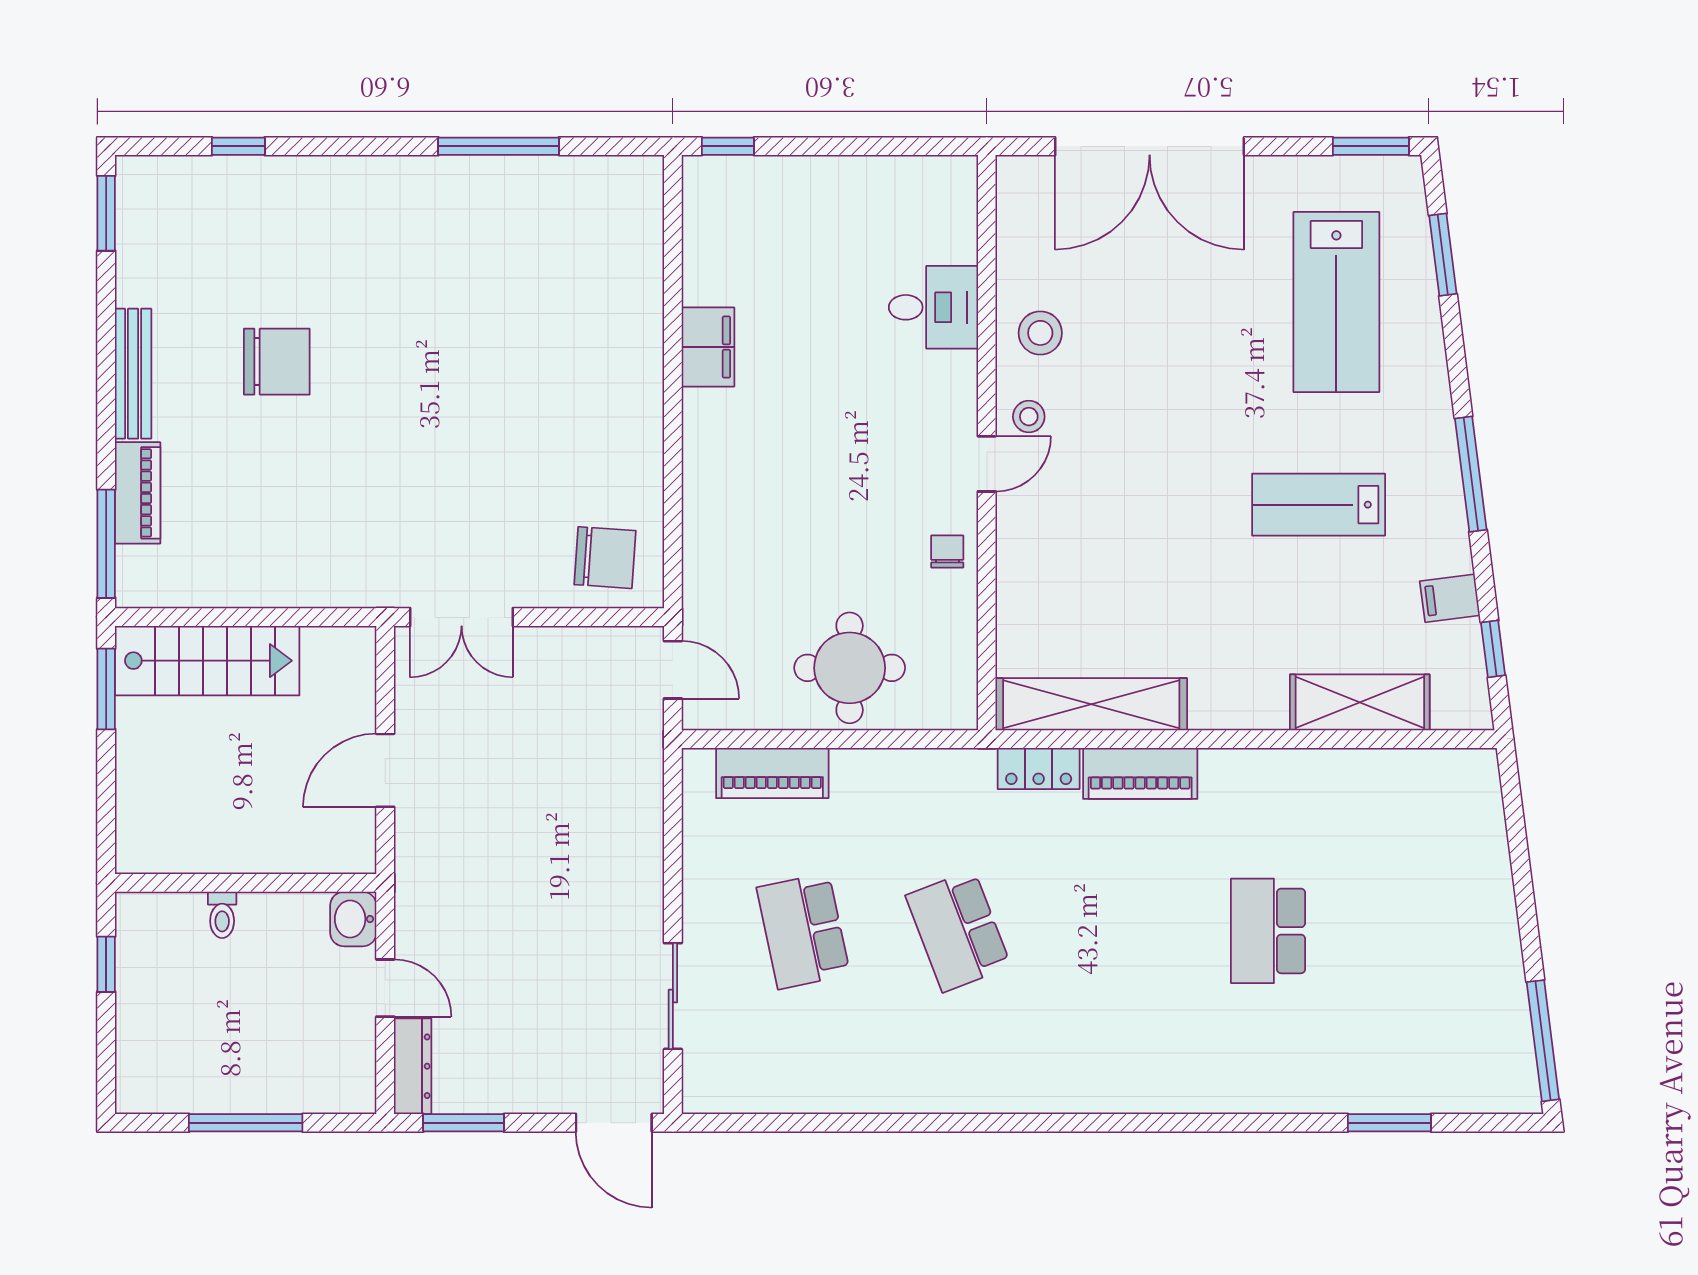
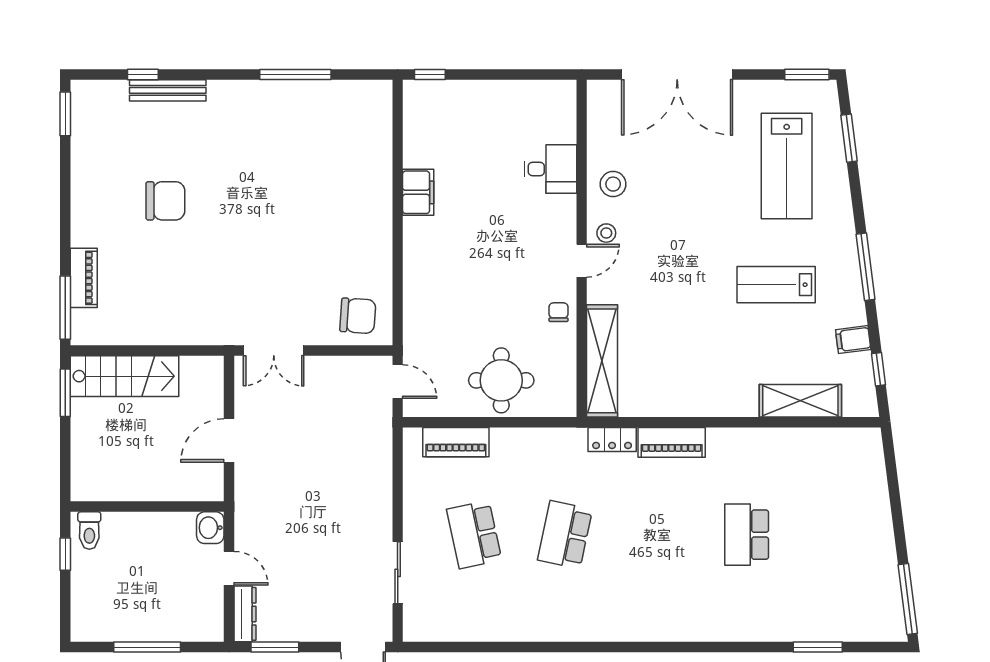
bench: (133, 374) -> (168, 90), moved, turned 90
shelving: (1091, 704) -> (602, 361), moved, turned 90
toilet: (222, 915) -> (89, 530), moved, width x1.37, depth x1.39
school desk: (958, 931) -> (565, 535), turned 33

